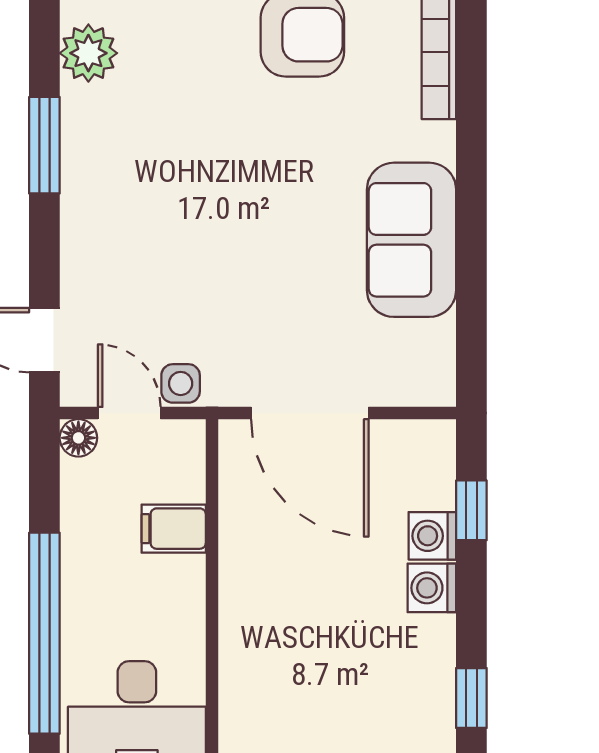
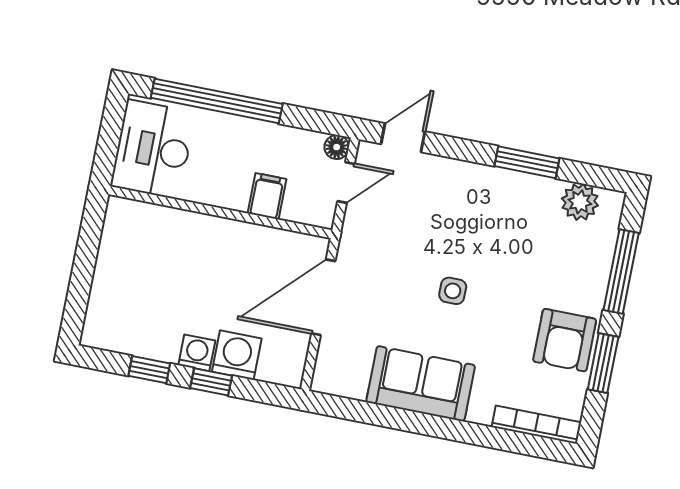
side table: (181, 383) -> (453, 291), moved
window: (471, 510) -> (211, 382), moved
washing machine: (432, 536) -> (237, 355), width x1.38, depth x1.38
window: (471, 698) -> (149, 370), moved

